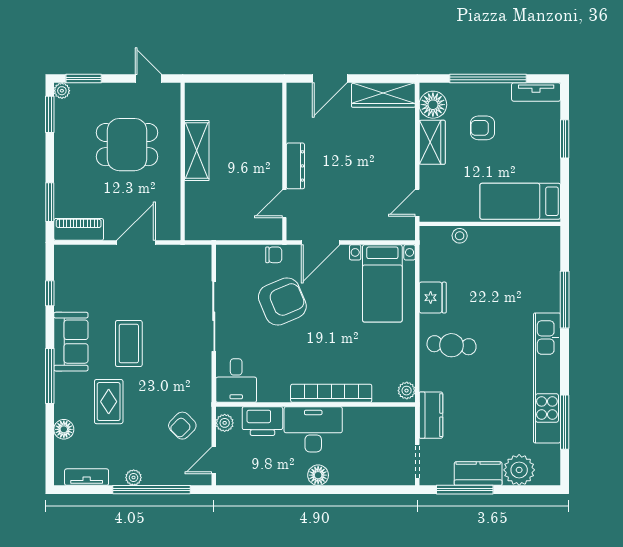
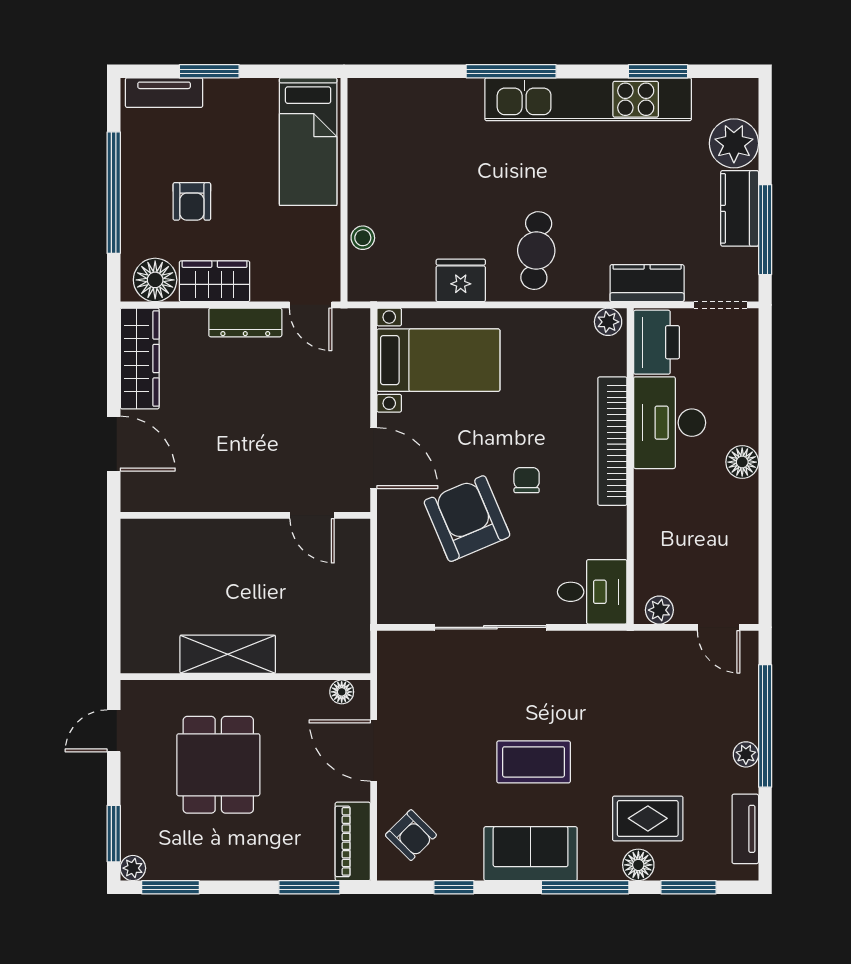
tv unit: (536, 92) -> (164, 93), moved, turned 90
dresser: (295, 166) -> (245, 322), moved, turned 180
floor lamp: (173, 222) -> (342, 692), added
chair: (274, 255) -> (527, 480), moved
window: (565, 300) -> (511, 71), moved
rug: (109, 402) -> (648, 818), moved
printer: (262, 421) -> (656, 342), moved
window: (565, 422) -> (658, 71), width x0.69
armchair: (182, 426) -> (411, 835), moved
floor lamp: (64, 429) -> (638, 865), moved
desk: (313, 429) -> (670, 423), moved
window: (50, 441) -> (689, 887), added

